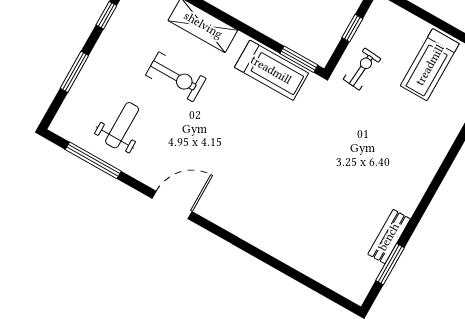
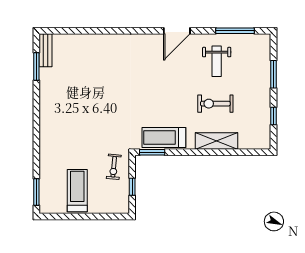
weight bench: (122, 125) -> (217, 61), moved
bench: (389, 237) -> (46, 50), moved

